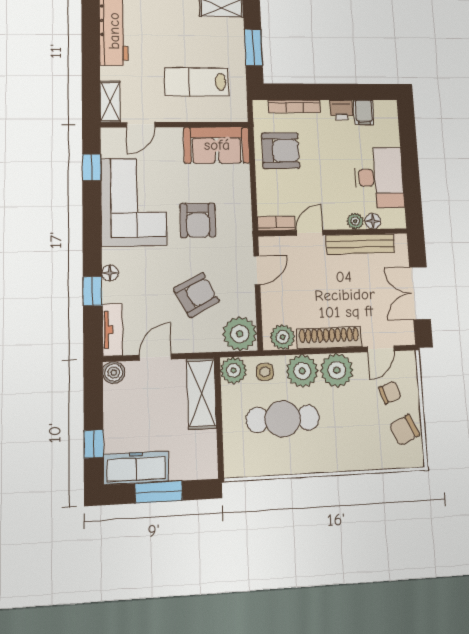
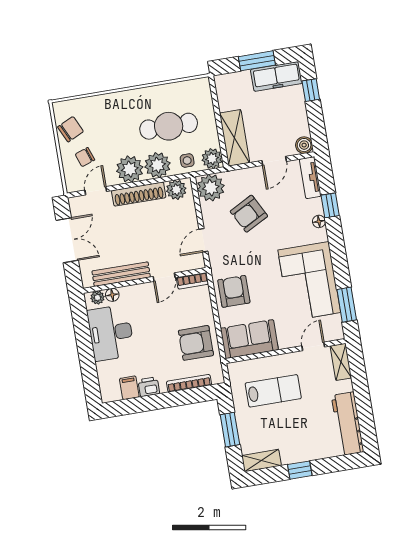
window: (92, 167) -> (347, 305), width x1.50
armchair: (198, 220) -> (234, 291), moved
plant: (355, 221) -> (97, 298), moved

